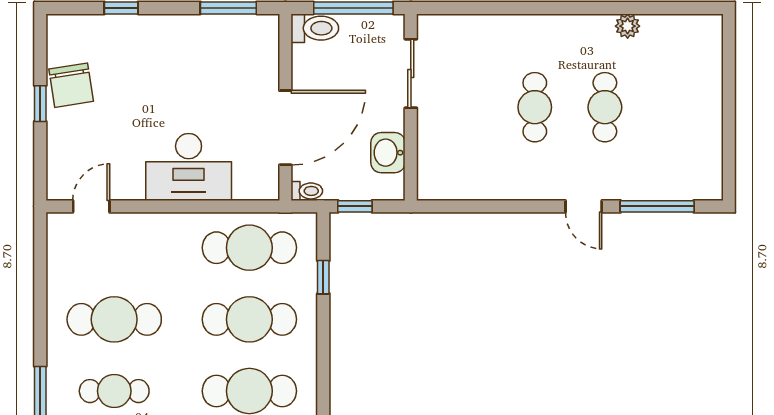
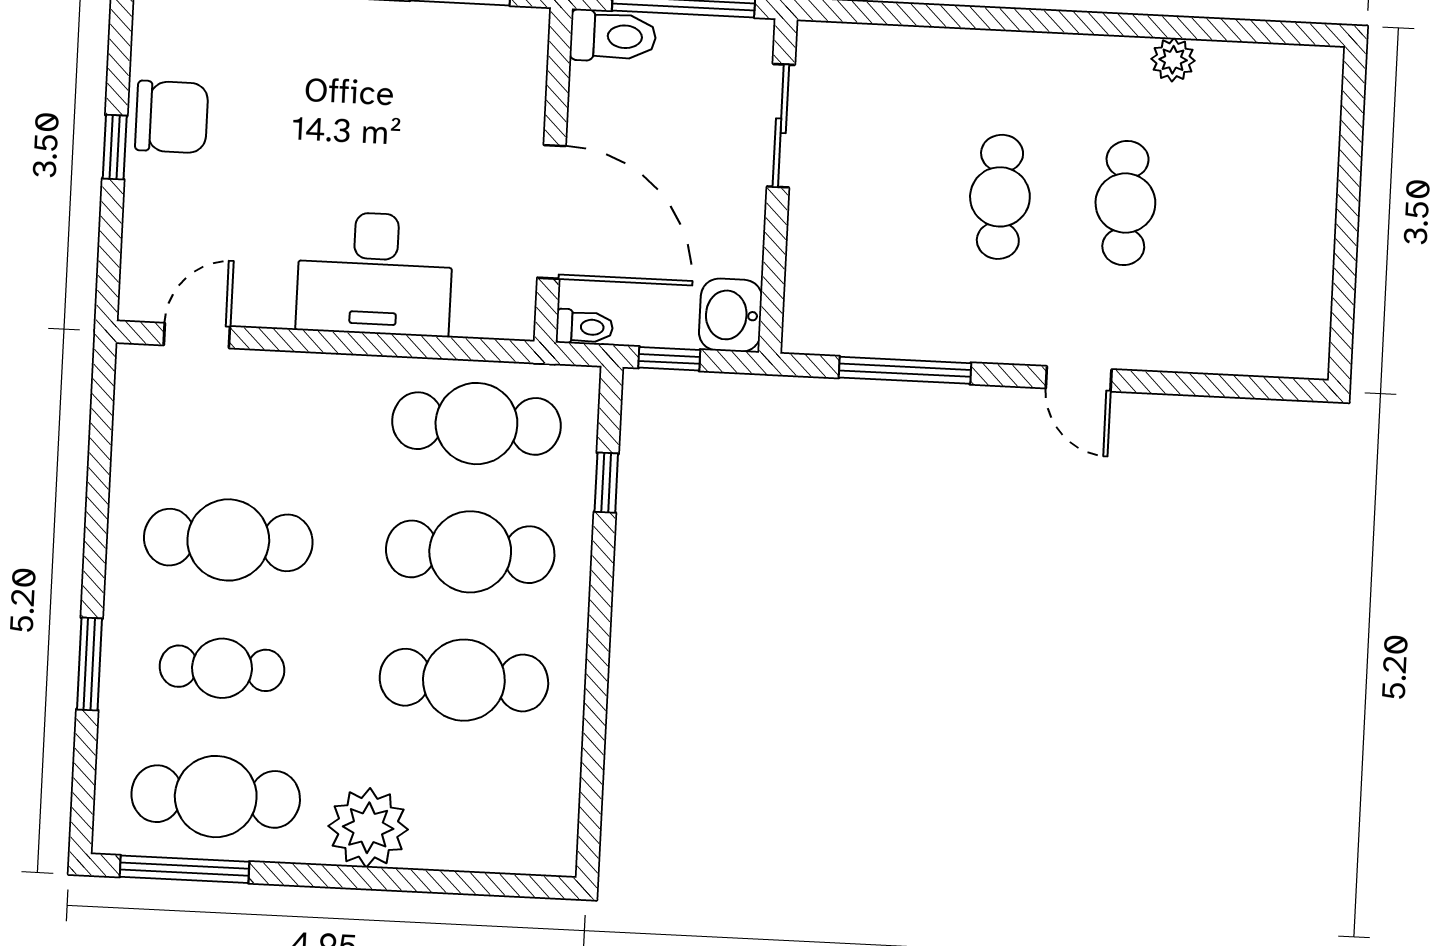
chair: (71, 85) -> (172, 117), turned -81
door: (285, 128) -> (551, 212), hinge flipped
washbasin: (388, 153) -> (731, 315), moved
window: (657, 206) -> (905, 370), moved

